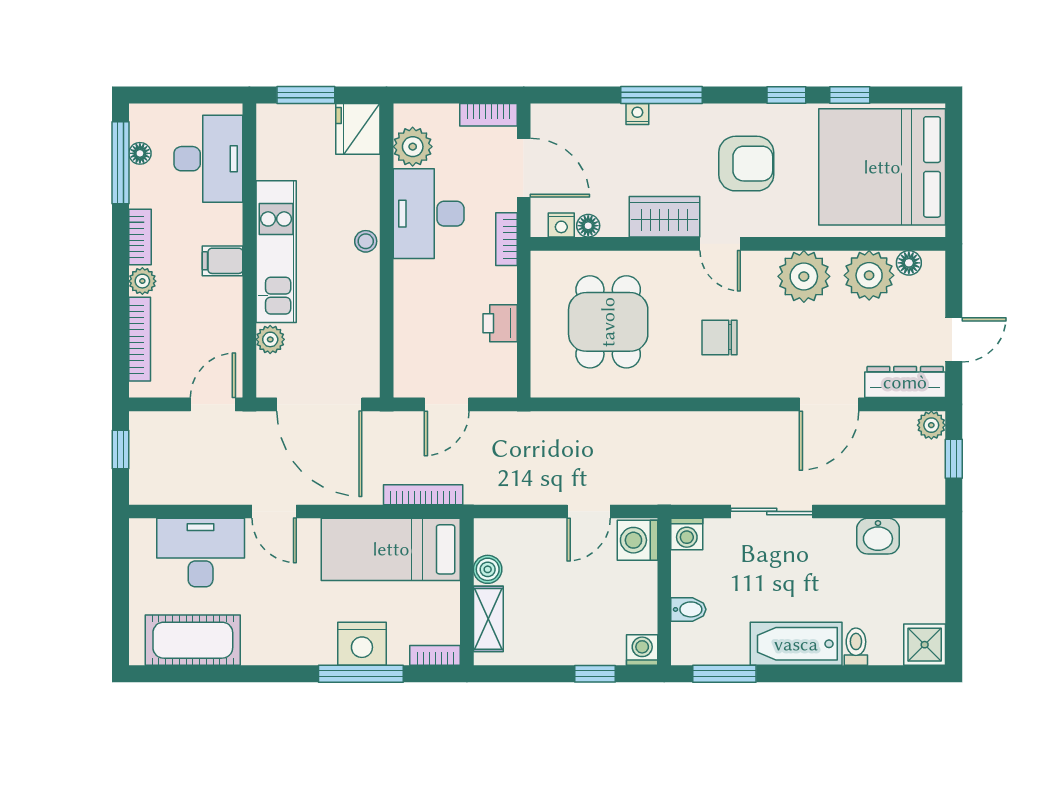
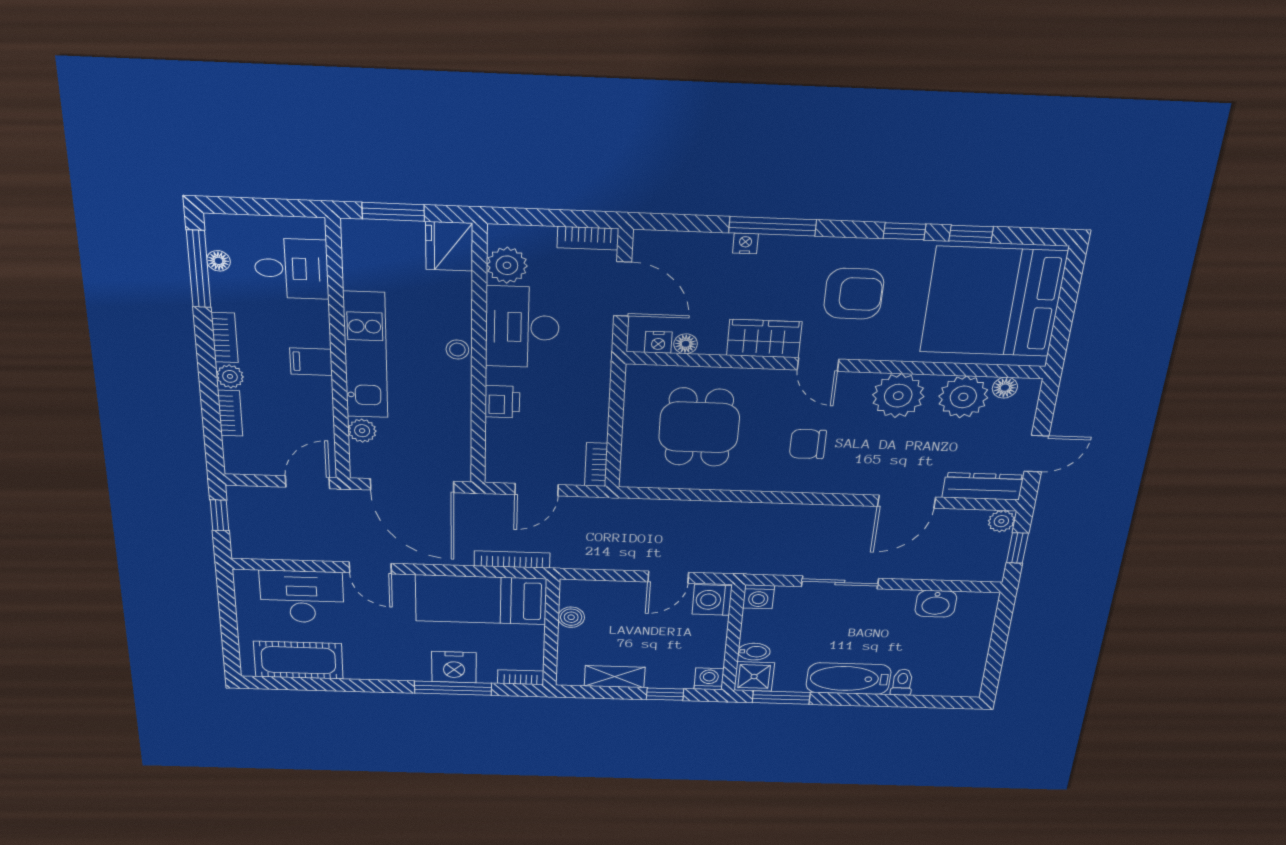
desk: (208, 159) -> (291, 269), width x0.73
bookcase: (506, 239) -> (596, 465), moved
printer: (500, 323) -> (502, 402), moved, turned 180
bookcase: (140, 339) -> (230, 413), width x0.64
shelving: (488, 619) -> (615, 677), moved, turned 90
shower: (925, 645) -> (754, 677), moved

